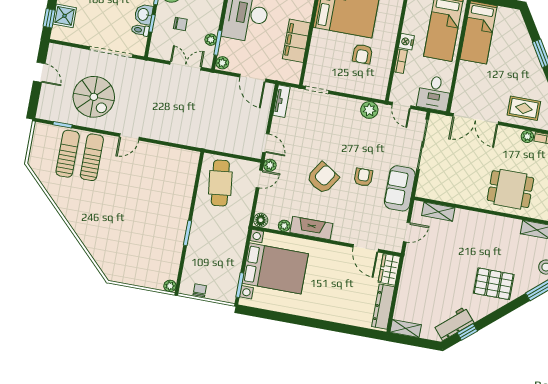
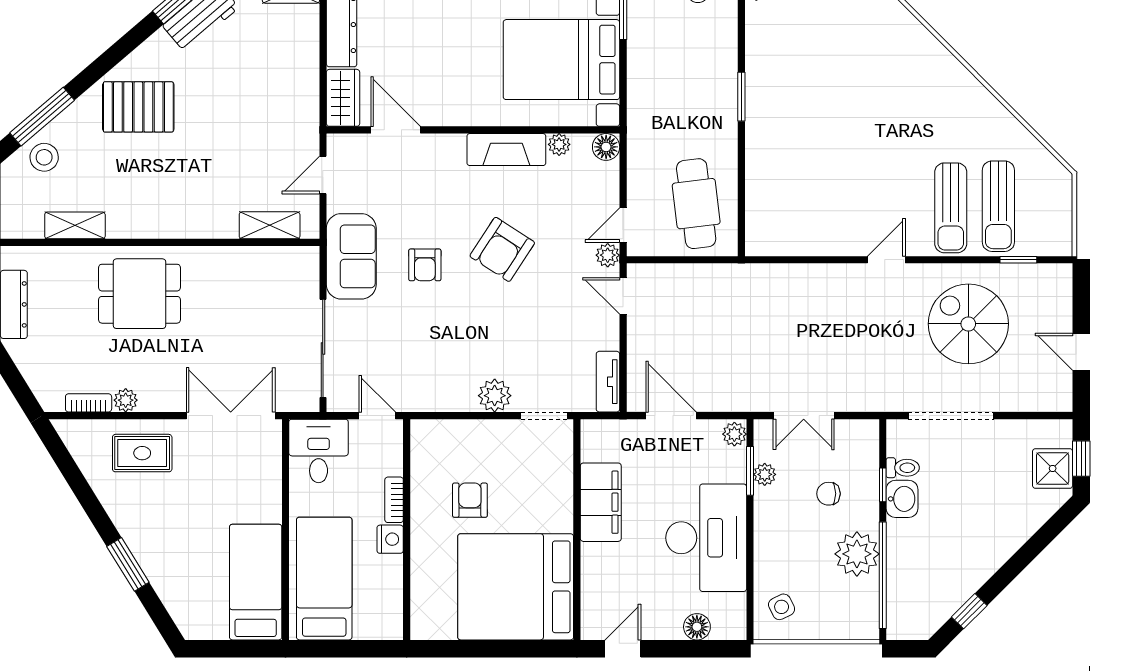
plant: (369, 110) -> (495, 396), moved

